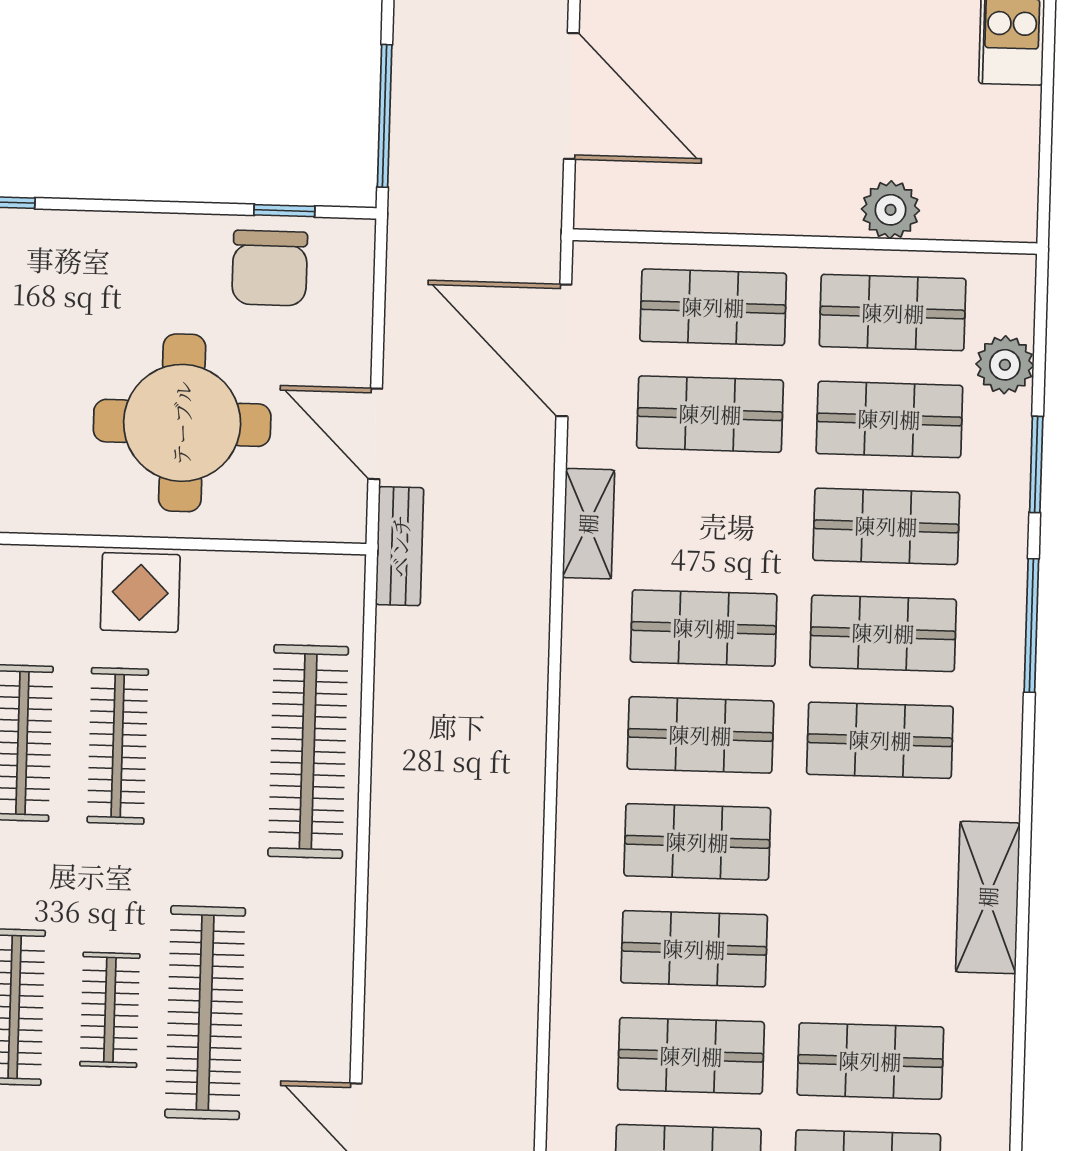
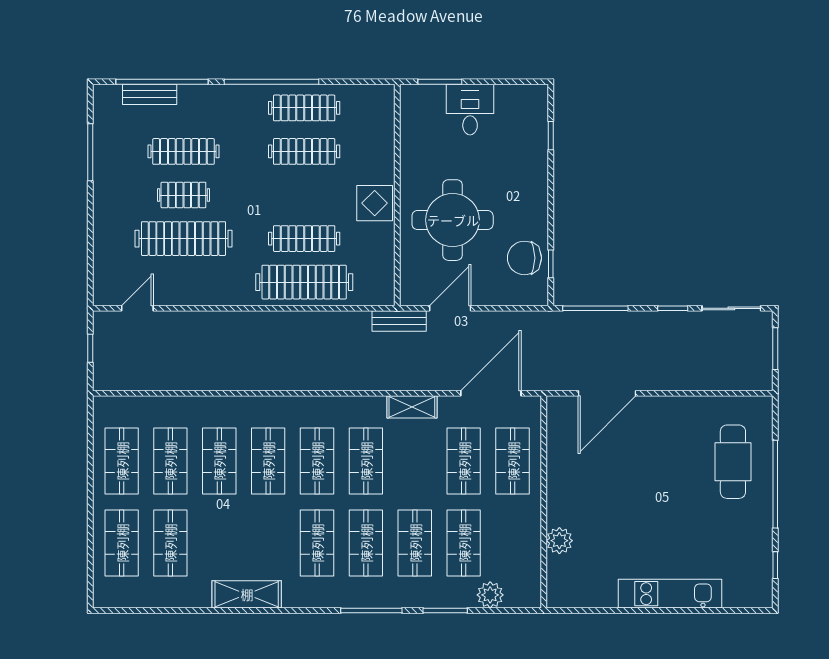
shop shelf: (893, 313) -> (513, 543), removed
clothes rail: (118, 746) -> (304, 239), moved

